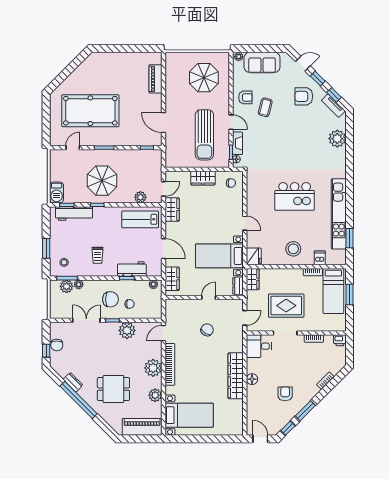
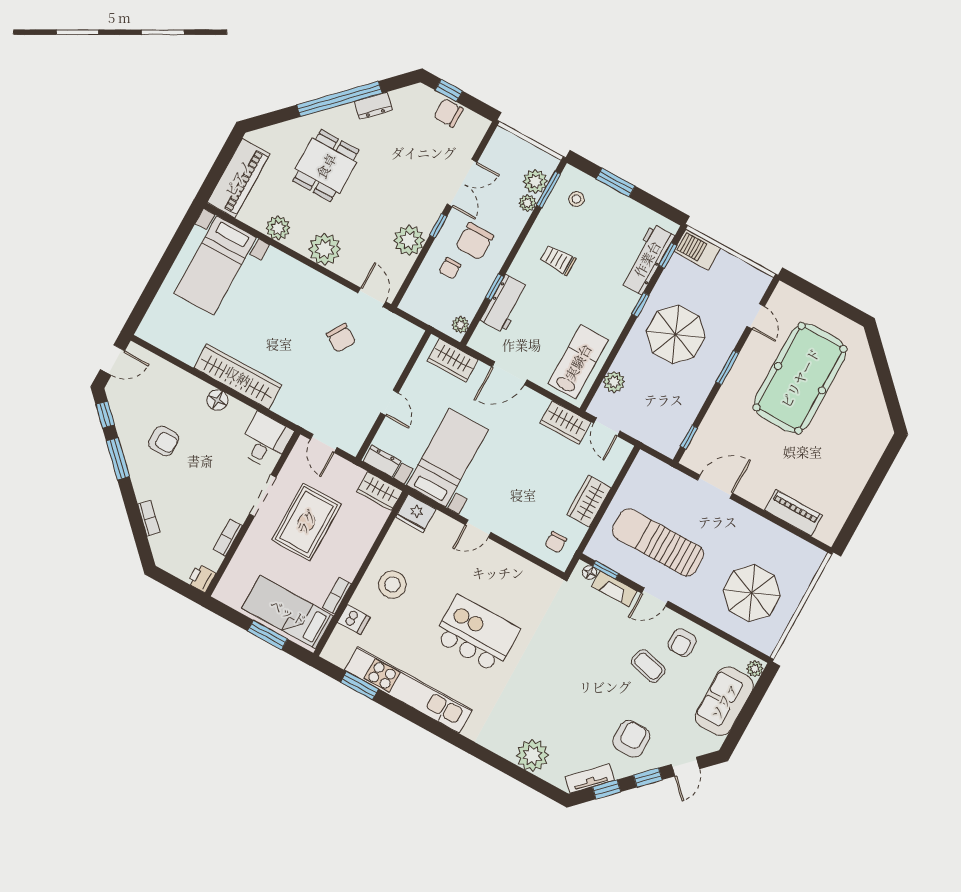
kitchen island: (295, 196) -> (477, 634), turned 90
chair: (207, 330) -> (341, 338), moved
bookcase: (170, 364) -> (315, 280), removed

